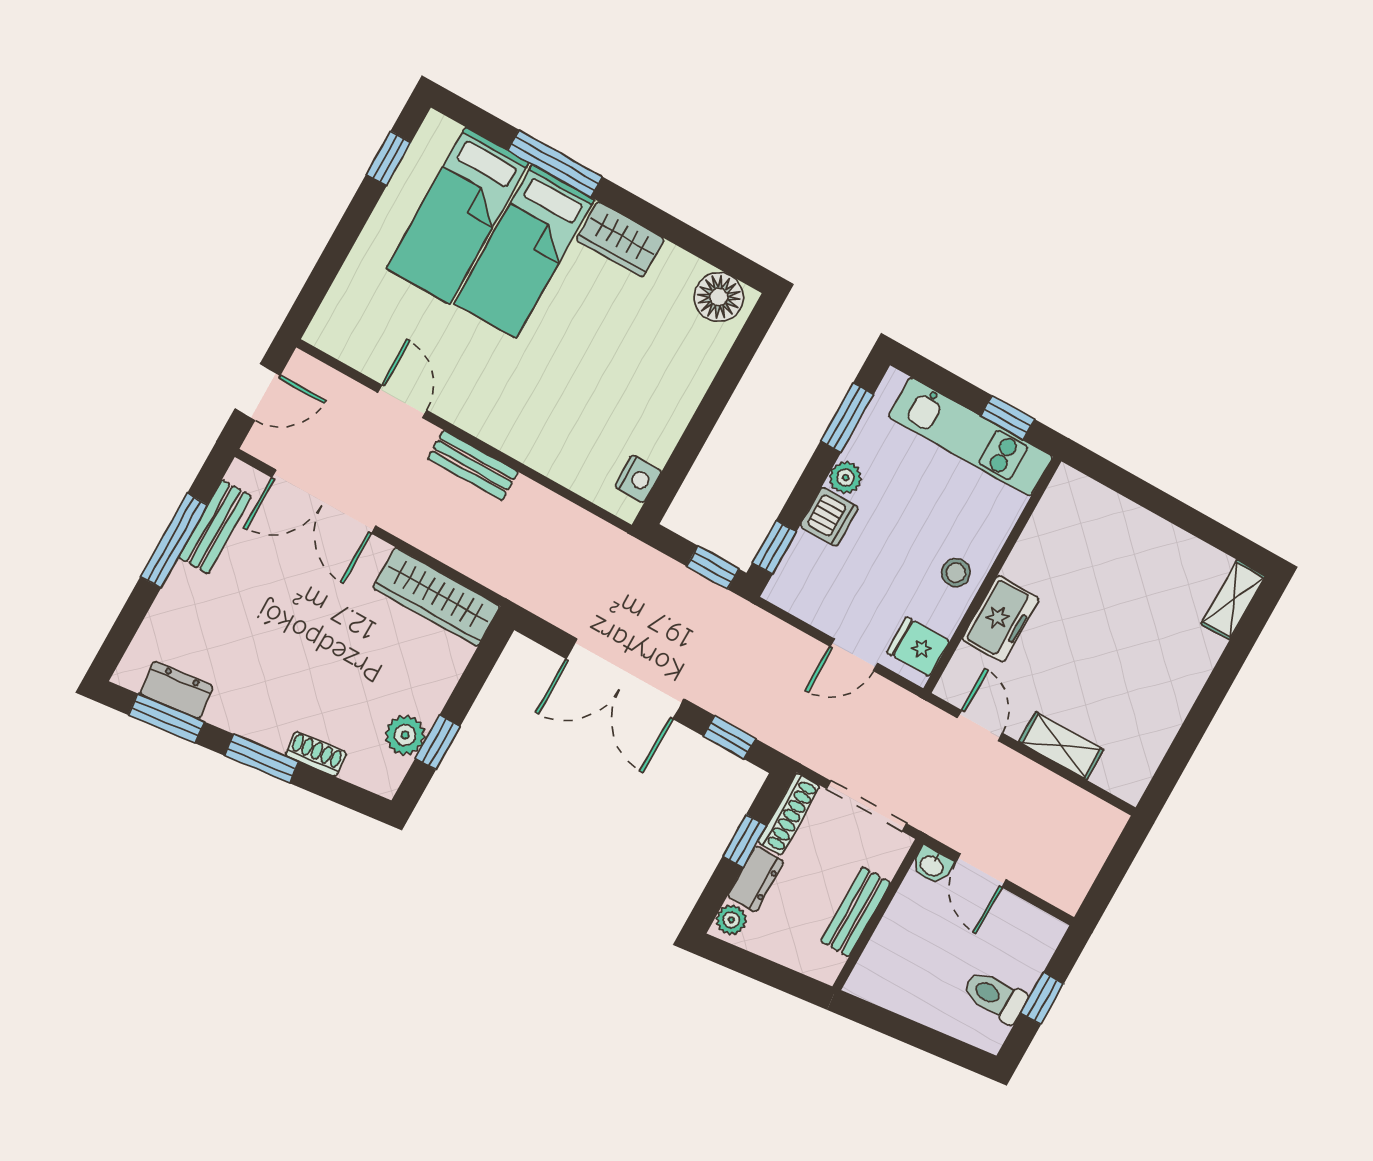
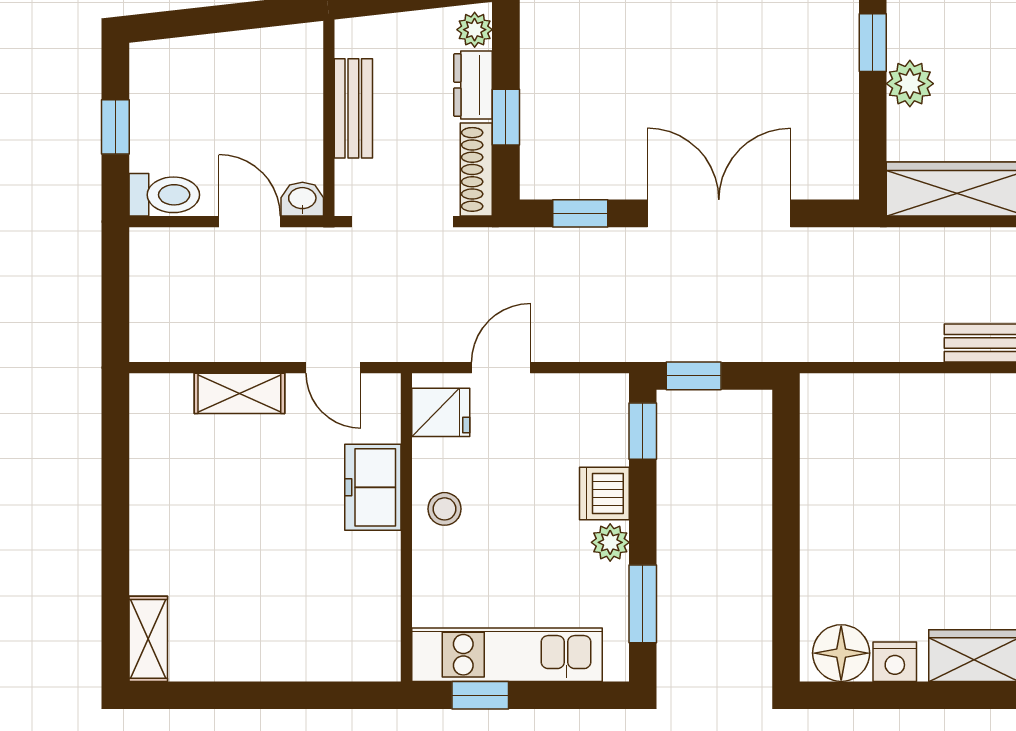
nightstand: (638, 479) -> (895, 662), moved, turned -90
plant: (405, 735) -> (910, 84), moved
toilet: (995, 996) -> (164, 195), moved

